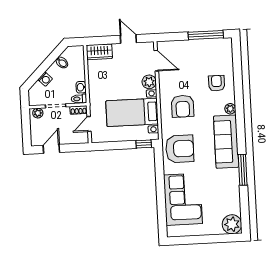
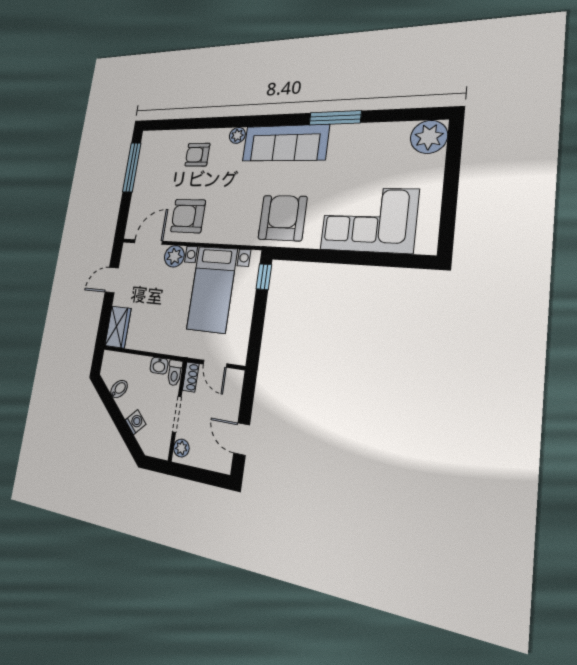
armchair: (183, 106) -> (188, 216), moved, turned 180

